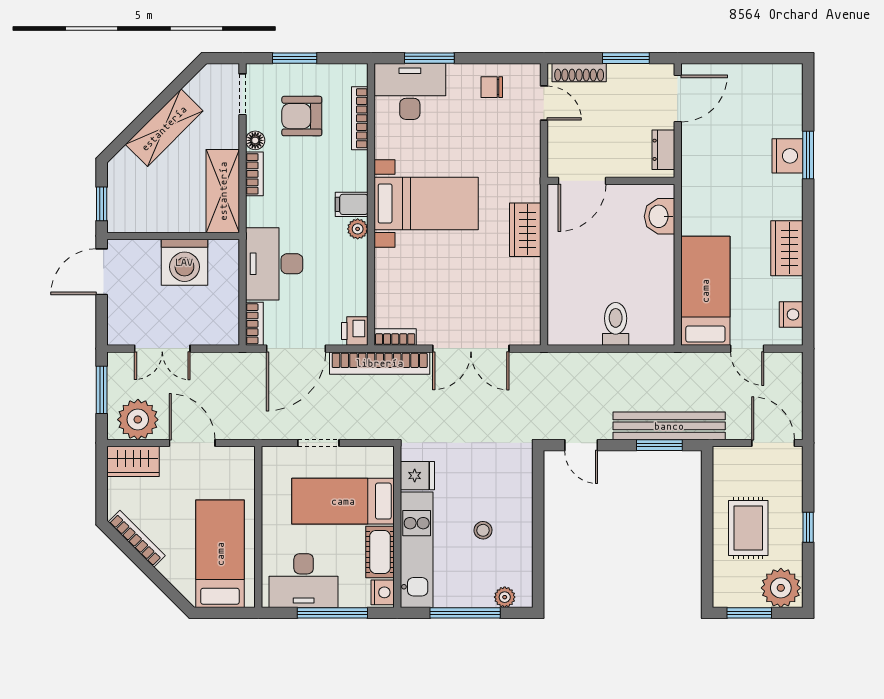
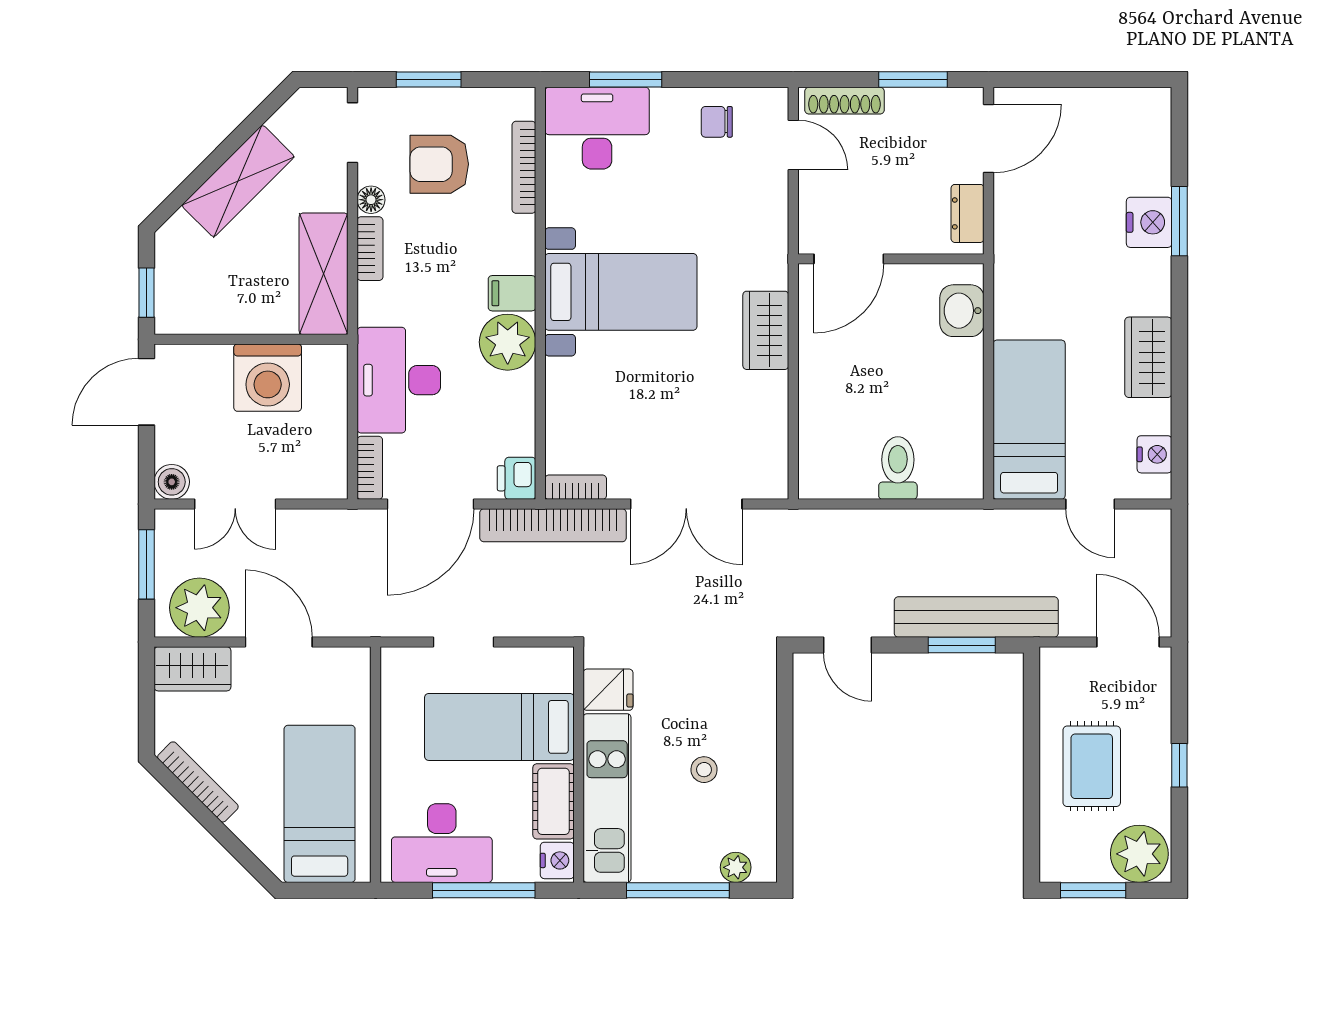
plant: (358, 229) -> (508, 342), width x1.87, depth x1.87
boiler: (119, 333) -> (172, 482), added

